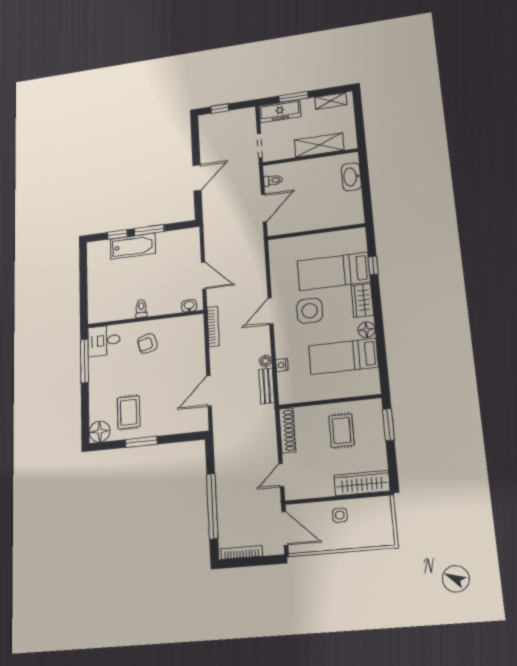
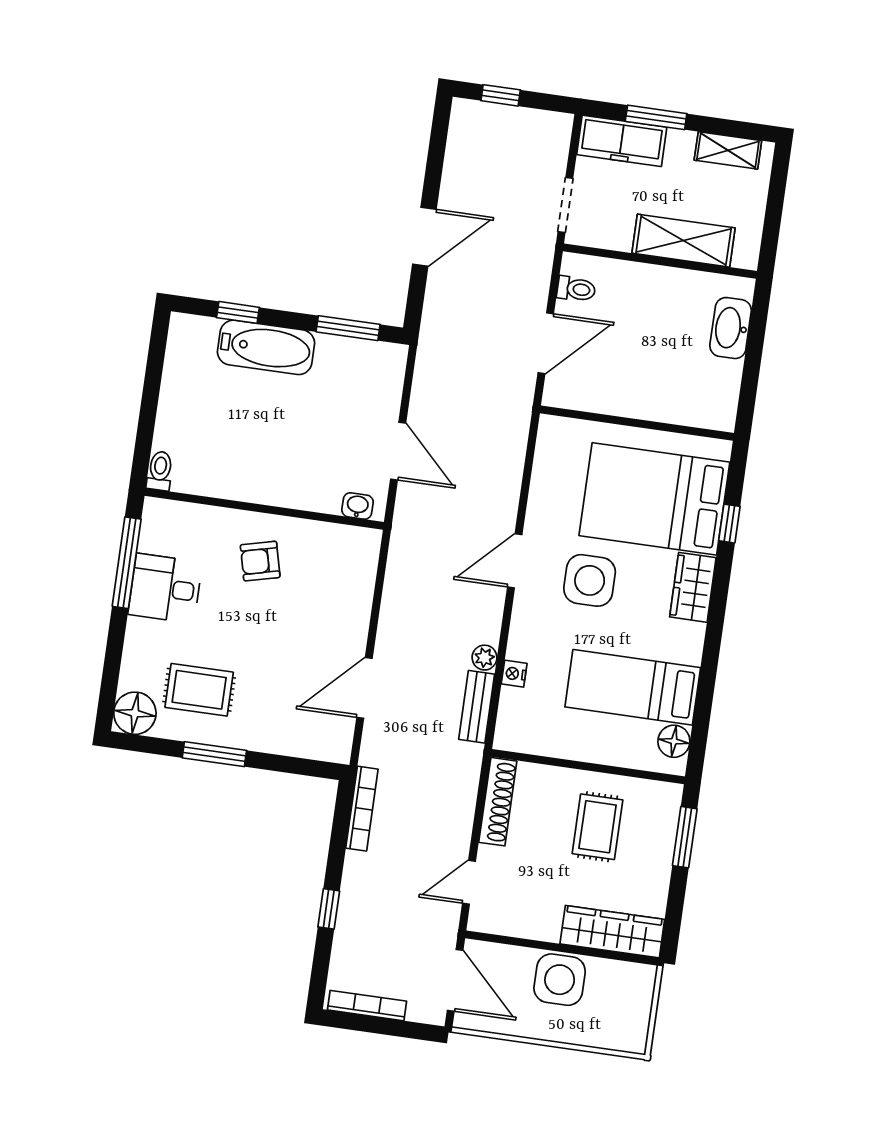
window: (149, 230) -> (348, 328), moved
bed: (334, 271) -> (654, 499), width x1.50
toilet: (141, 309) -> (160, 471), moved
bookcase: (213, 326) -> (362, 809), moved
floor lamp: (366, 330) -> (674, 741), moved
desk: (104, 341) -> (165, 588), moved
rug: (129, 412) -> (199, 690), turned 90
window: (212, 506) -> (329, 909), width x0.32
side table: (340, 515) -> (560, 980), width x1.87, depth x1.87

